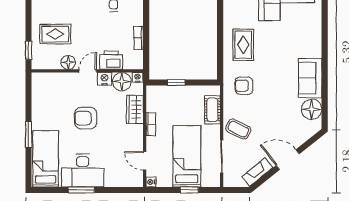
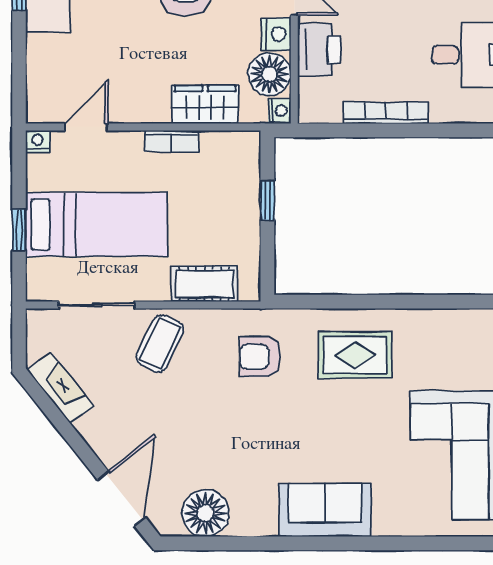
bookcase: (139, 38) -> (386, 113), width x1.56
sofa: (310, 78) -> (325, 510), moved
armchair: (244, 86) -> (260, 357), turned -90
door: (288, 160) -> (121, 498), moved

